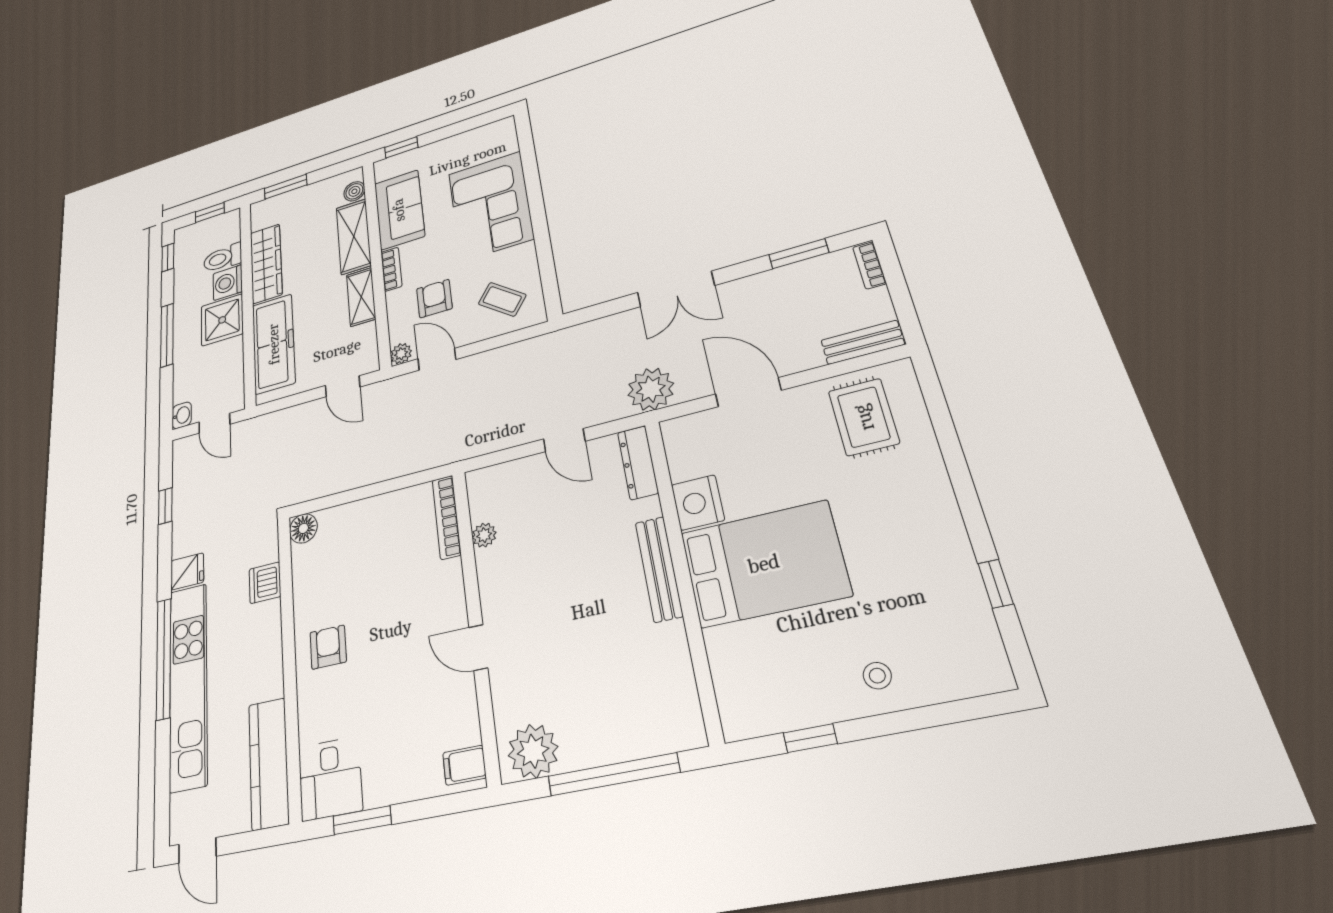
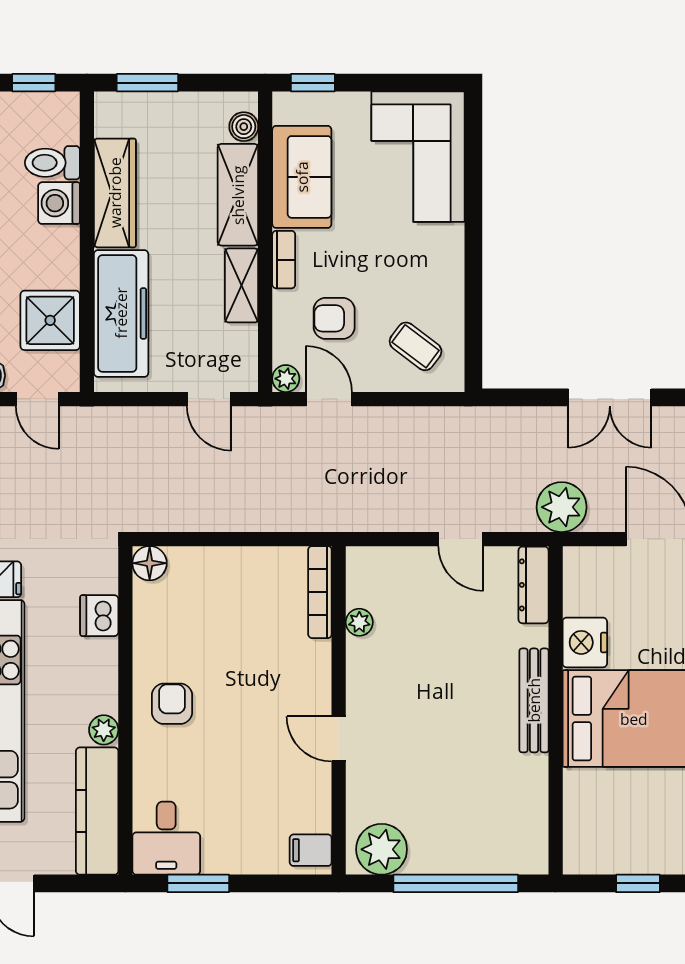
corner sofa: (491, 206) -> (418, 157), moved
armchair: (434, 299) -> (334, 318), turned -90
shower: (222, 320) -> (50, 320), moved
plant: (272, 684) -> (104, 730), added

